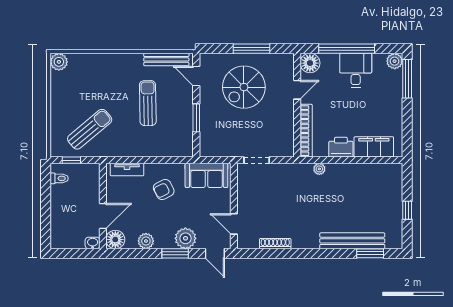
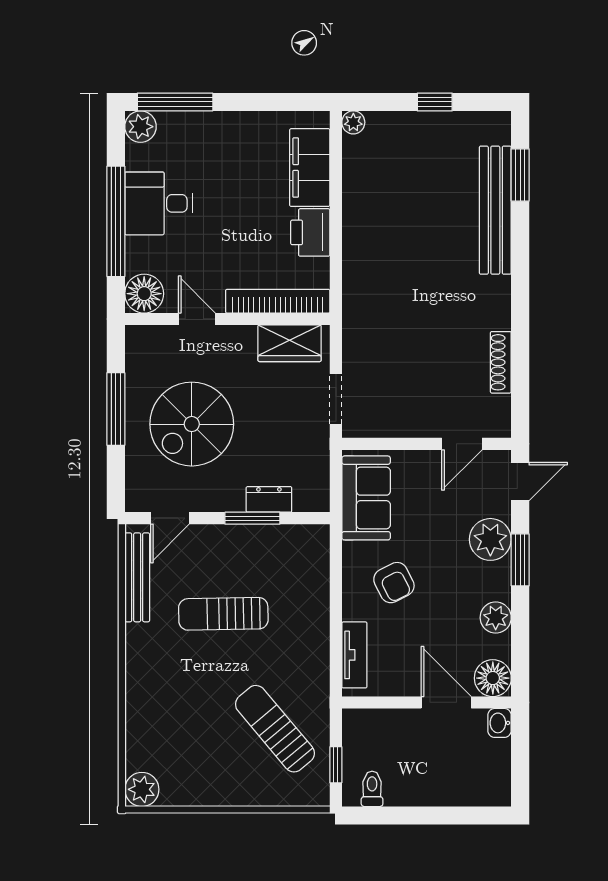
spiral stairs: (244, 87) -> (192, 424), turned 90
dresser: (206, 126) -> (269, 499), added
wardrobe: (285, 137) -> (290, 343), added
plant: (319, 169) -> (353, 122), moved

